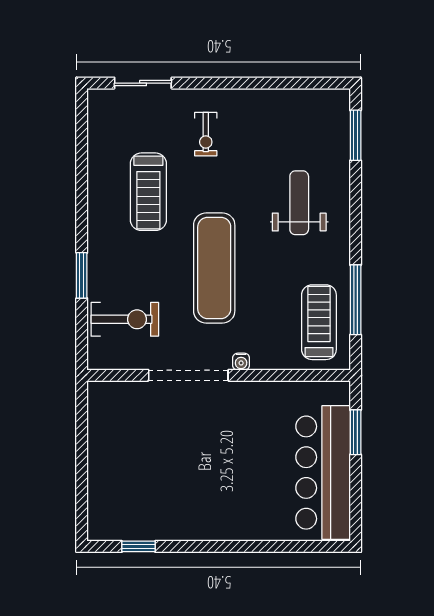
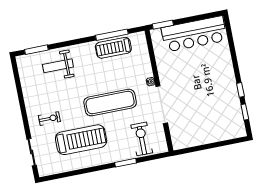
treadmill: (148, 192) -> (81, 140), width x1.37, depth x1.38
weight bench: (299, 203) -> (58, 66), moved
treadmill: (319, 322) -> (113, 48), moved
window: (356, 432) -> (163, 25), moved
window: (187, 546) -> (240, 90), added

